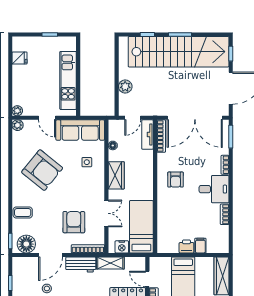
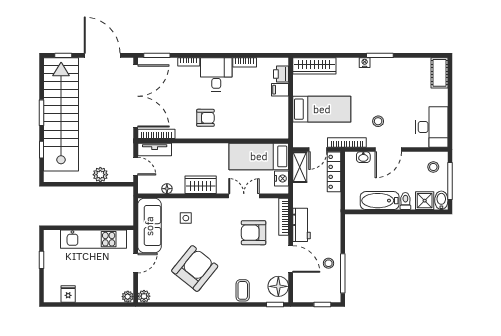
printer: (186, 246) -> (281, 74), moved
shelving: (110, 263) -> (300, 167), moved

